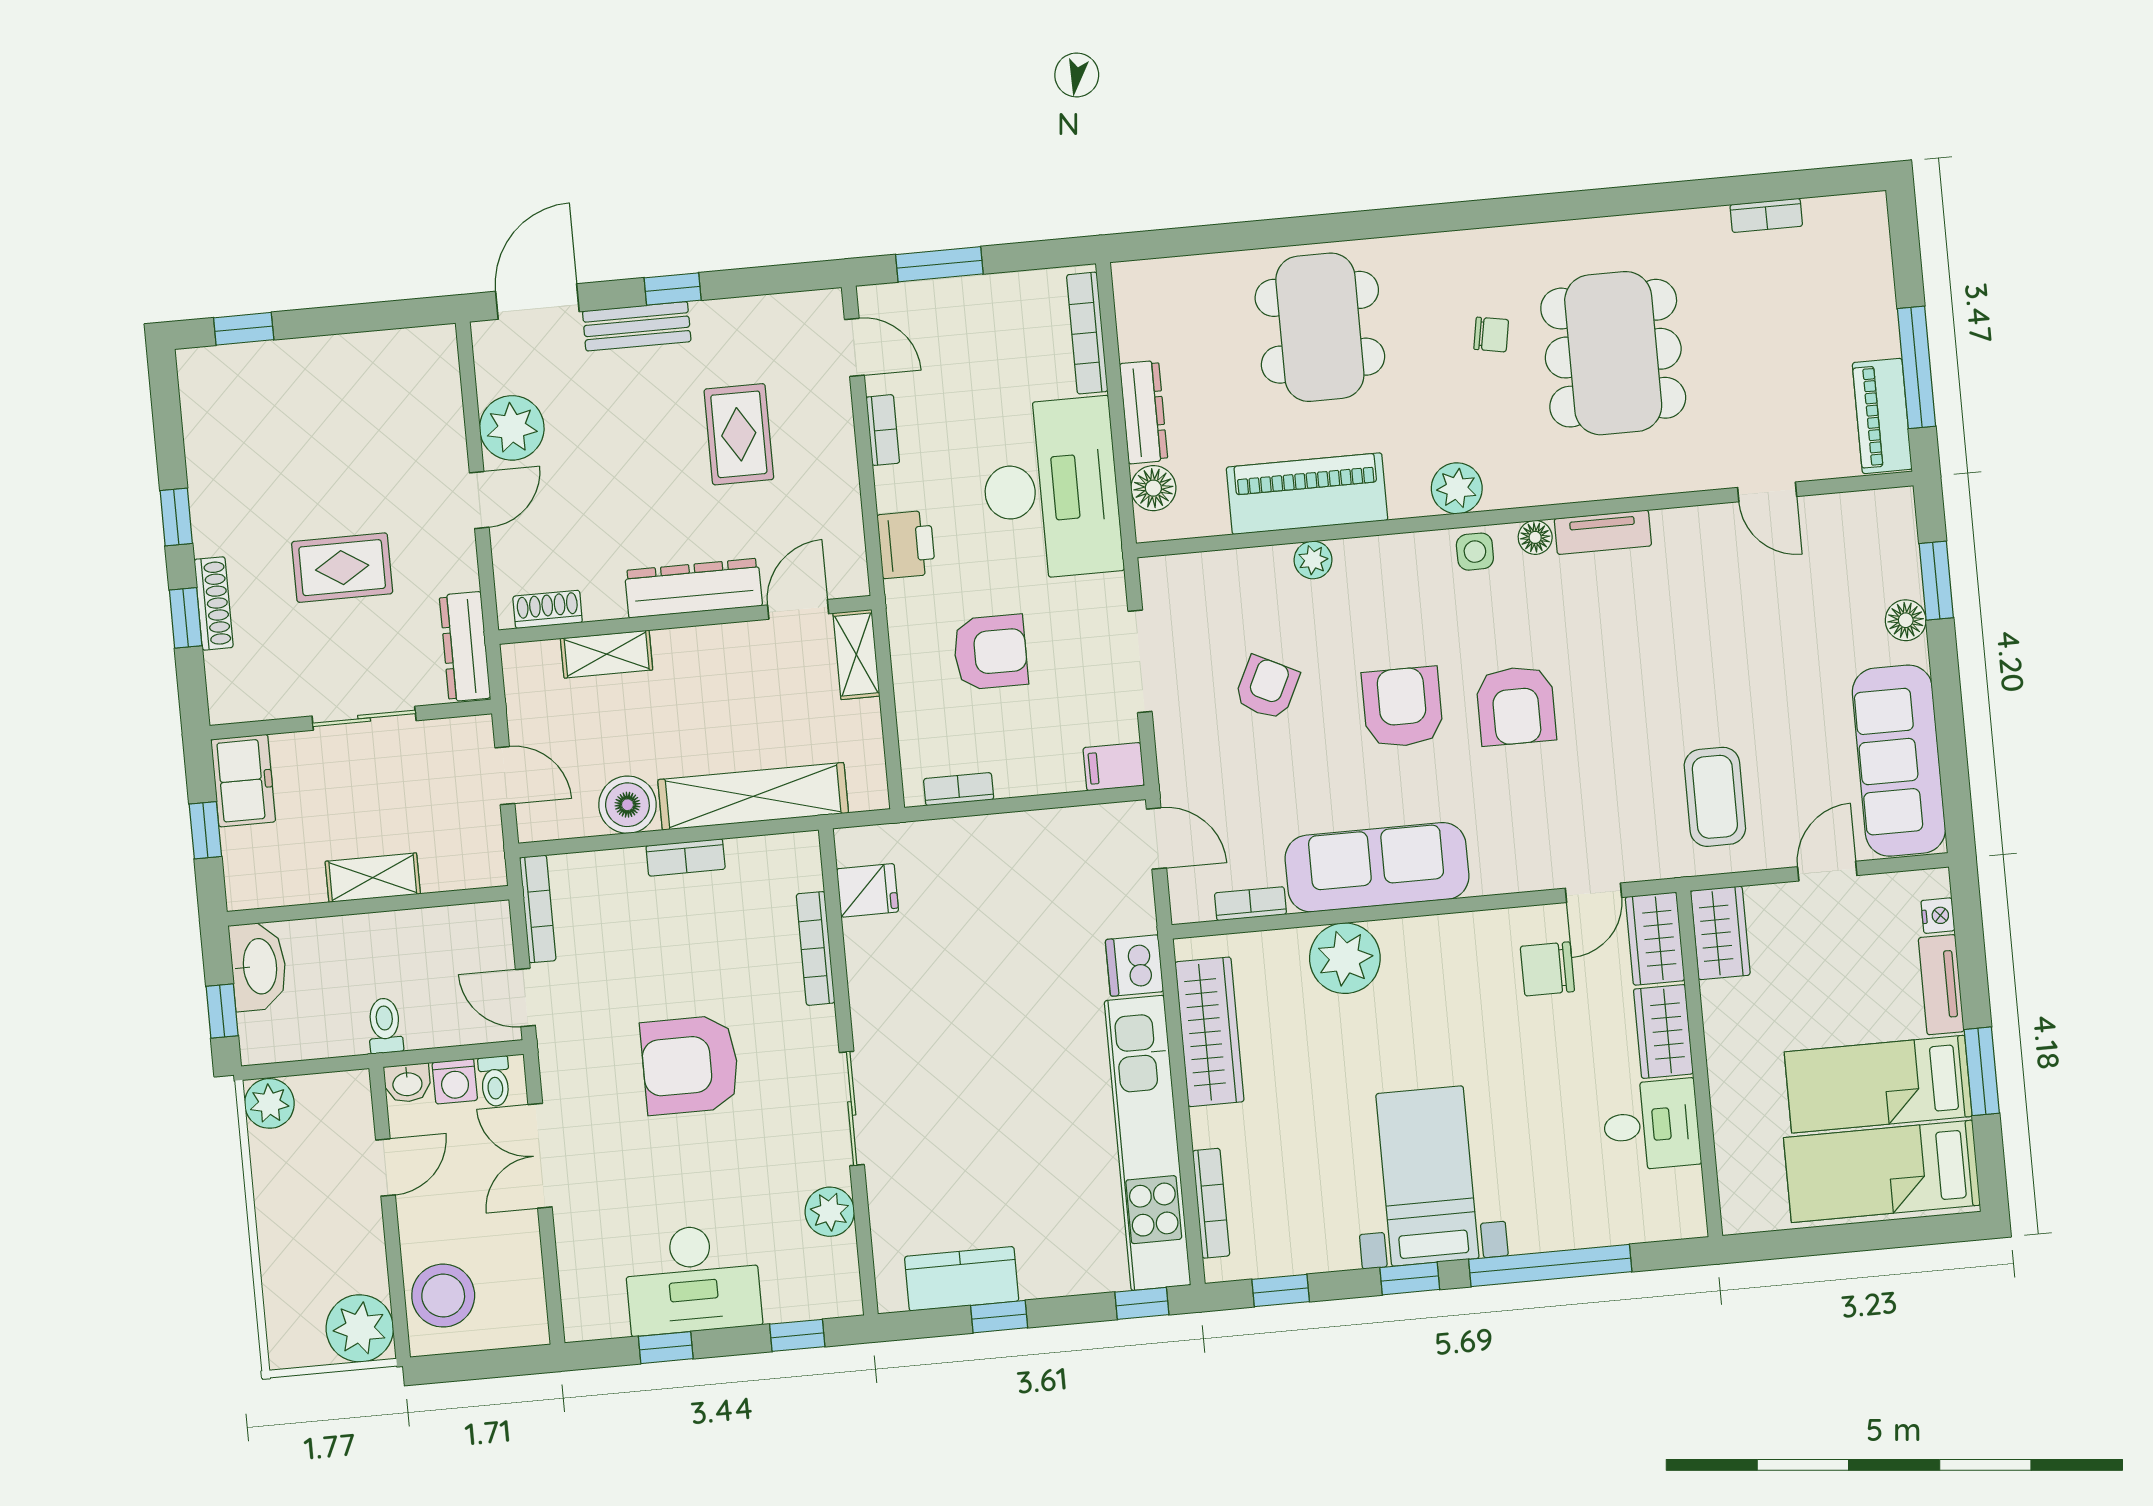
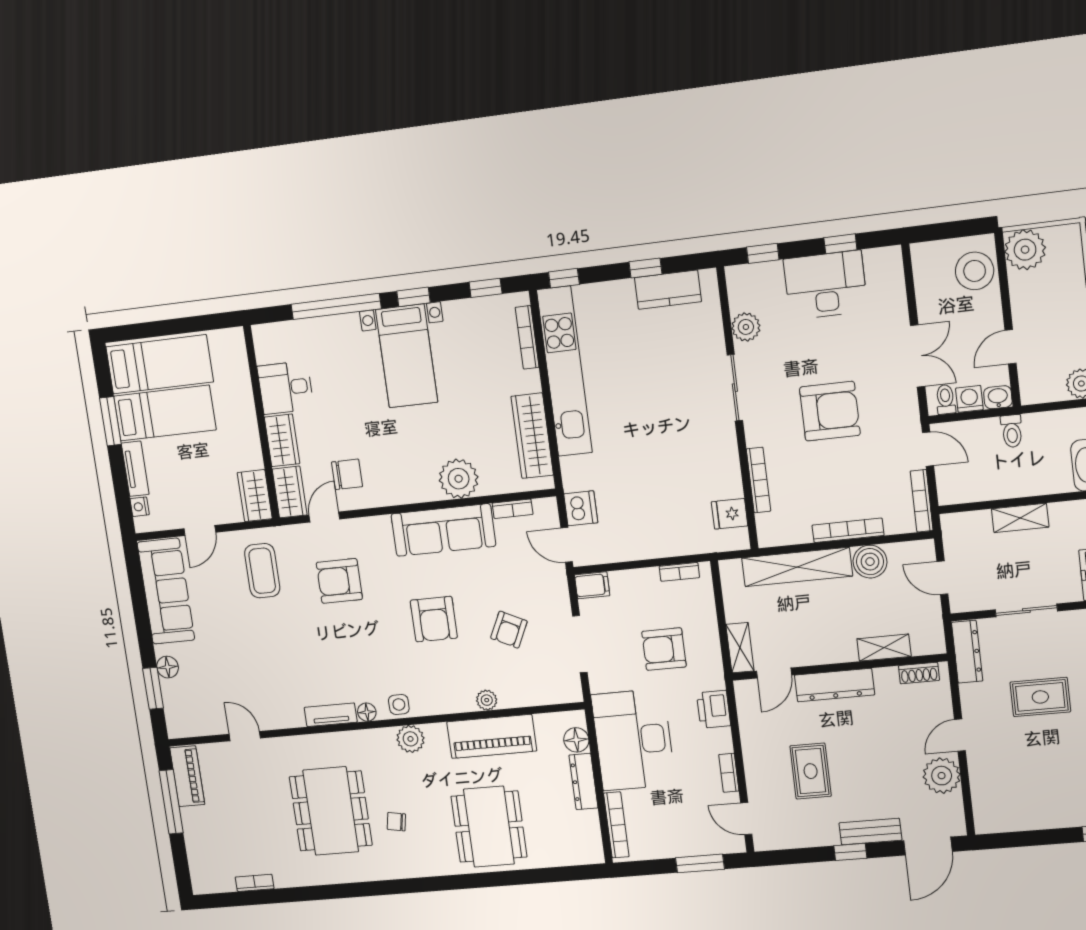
armchair: (1516, 706) -> (339, 581), moved, turned -90
bookcase: (686, 857) -> (848, 530), width x1.56
dishwasher: (1134, 966) -> (581, 508), moved

